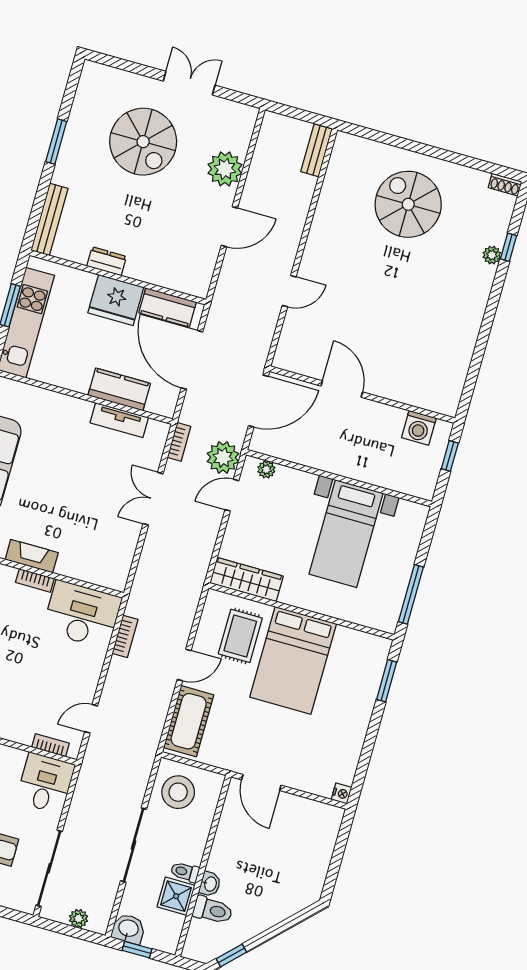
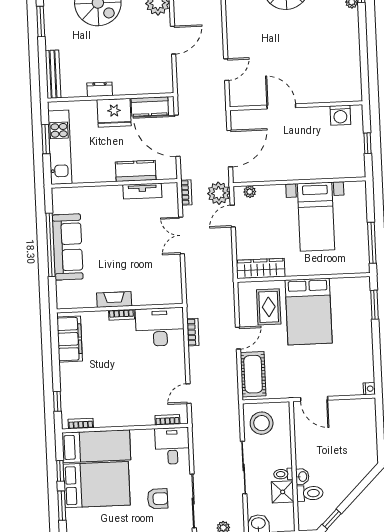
door: (342, 389) -> (281, 106), moved
wall: (362, 395) -> (296, 106), moved
washing machine: (419, 428) -> (340, 115), moved

